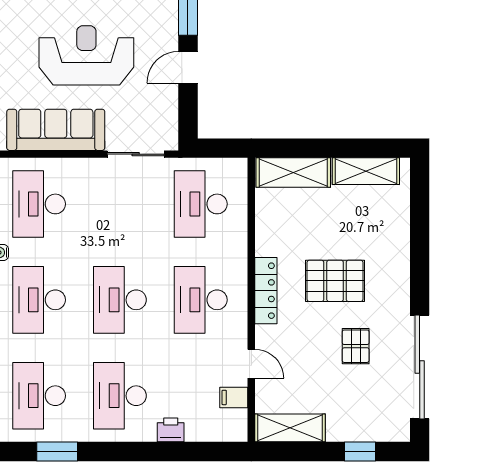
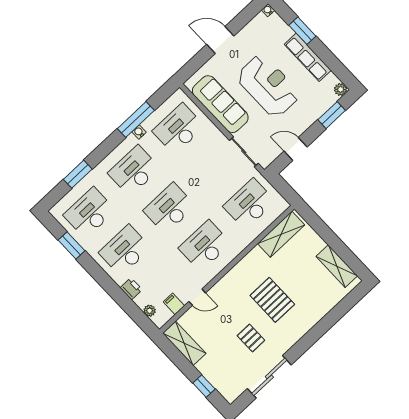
door: (188, 67) -> (296, 149), moved
shelving: (293, 173) -> (281, 234), moved, turned 90
locker: (266, 291) -> (237, 272), removed
pallet: (356, 346) -> (251, 338), turned 90
door: (251, 364) -> (197, 297), hinge flipped
sliding door: (420, 367) -> (269, 377), width x0.73
plant: (216, 433) -> (150, 311), added

